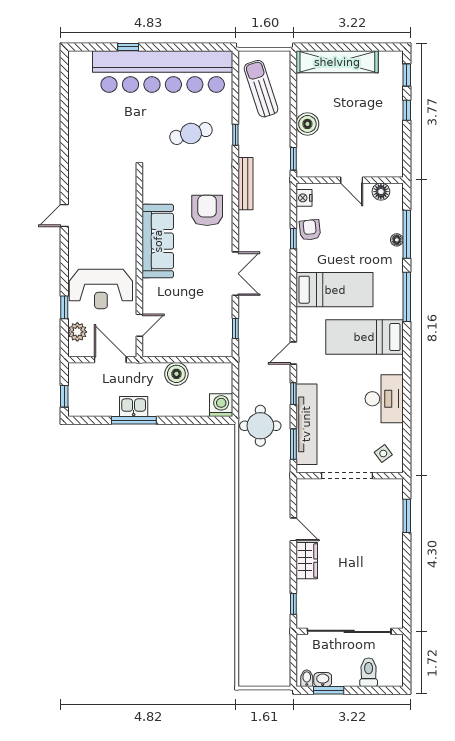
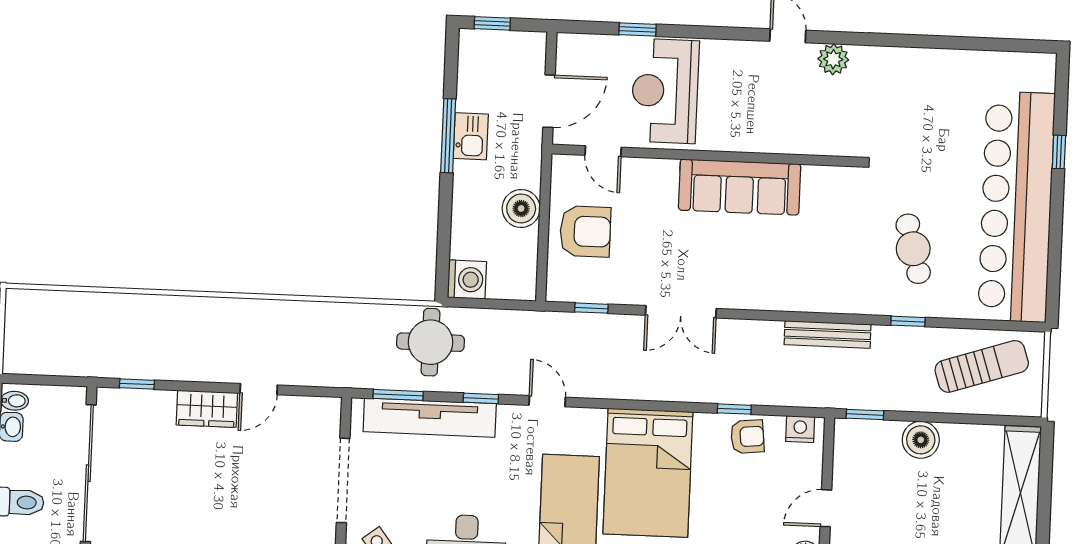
armchair: (207, 210) -> (585, 231), moved
bed: (335, 290) -> (648, 473), width x1.50
plant: (77, 332) -> (833, 59), moved

